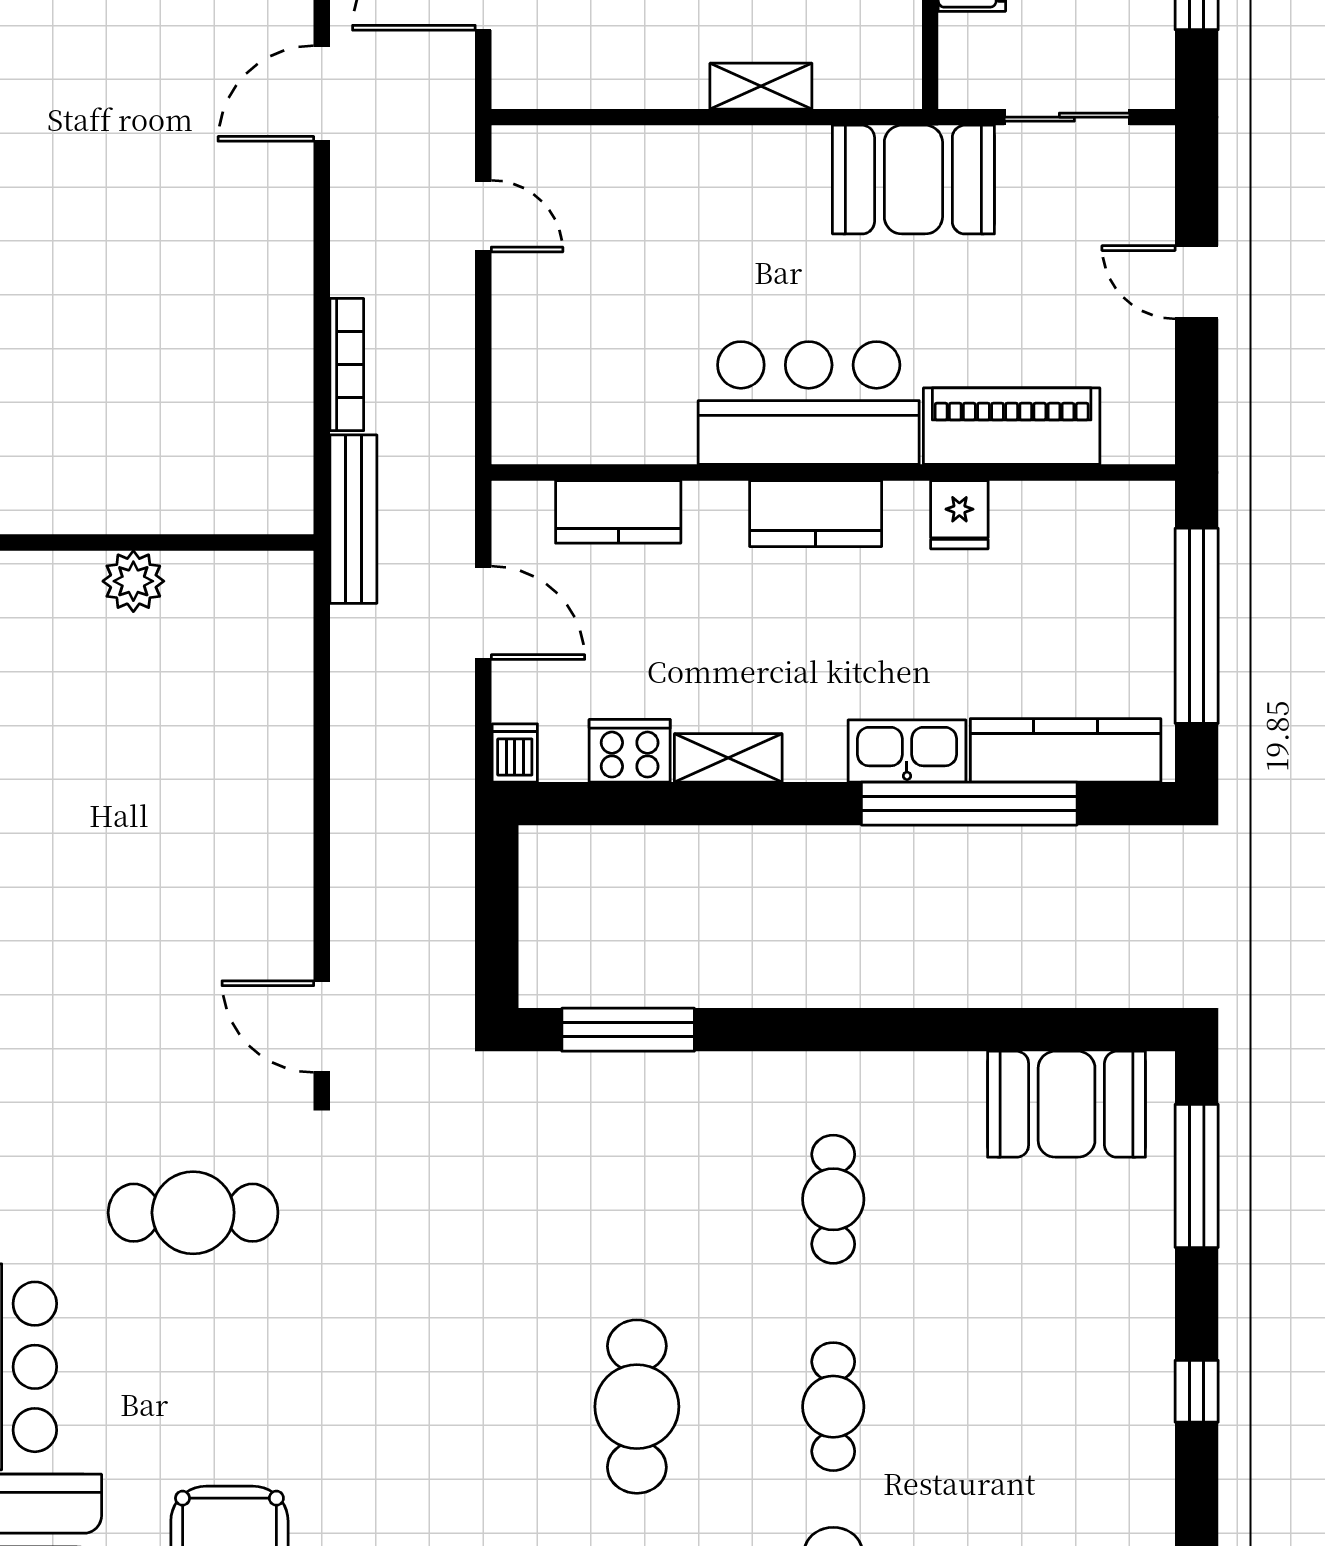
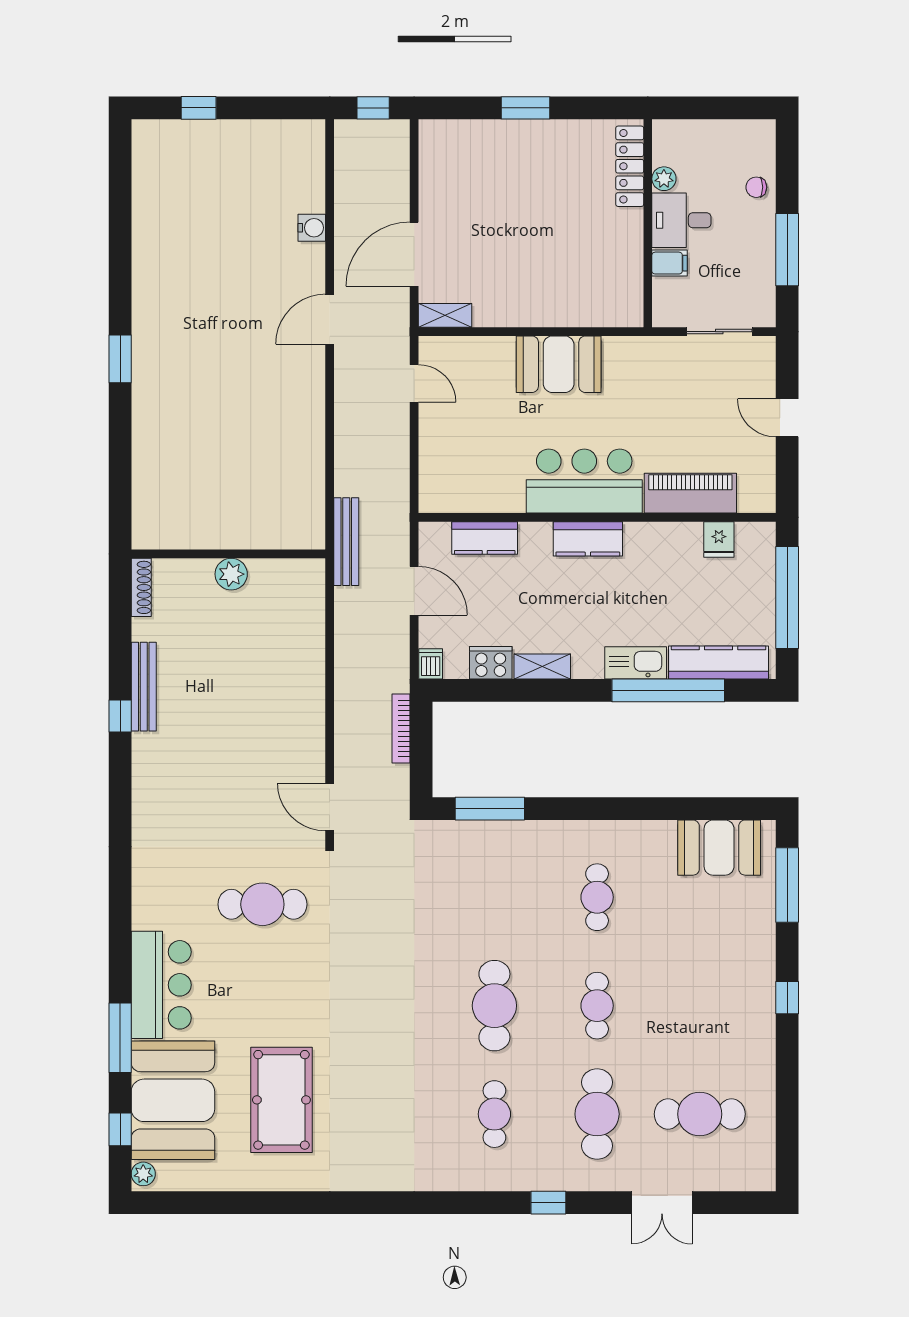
shelving: (761, 86) -> (445, 315), moved
booth: (913, 180) -> (559, 364), moved
bookcase: (347, 365) -> (401, 729), moved, turned 180
fridge: (959, 515) -> (719, 539), moved

